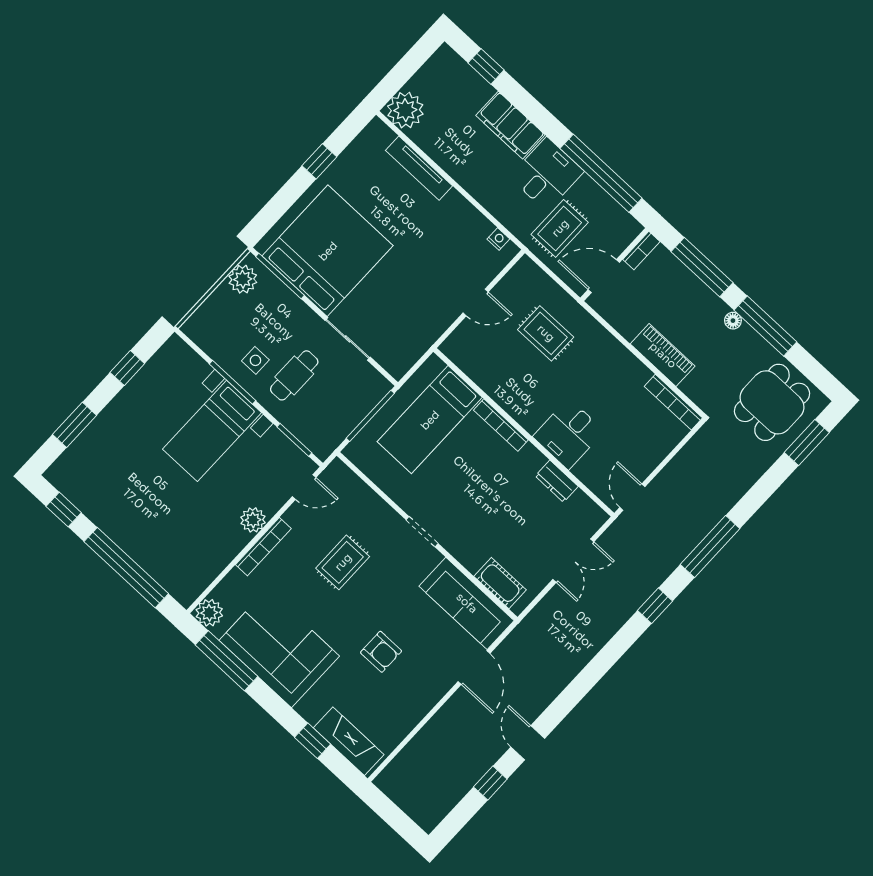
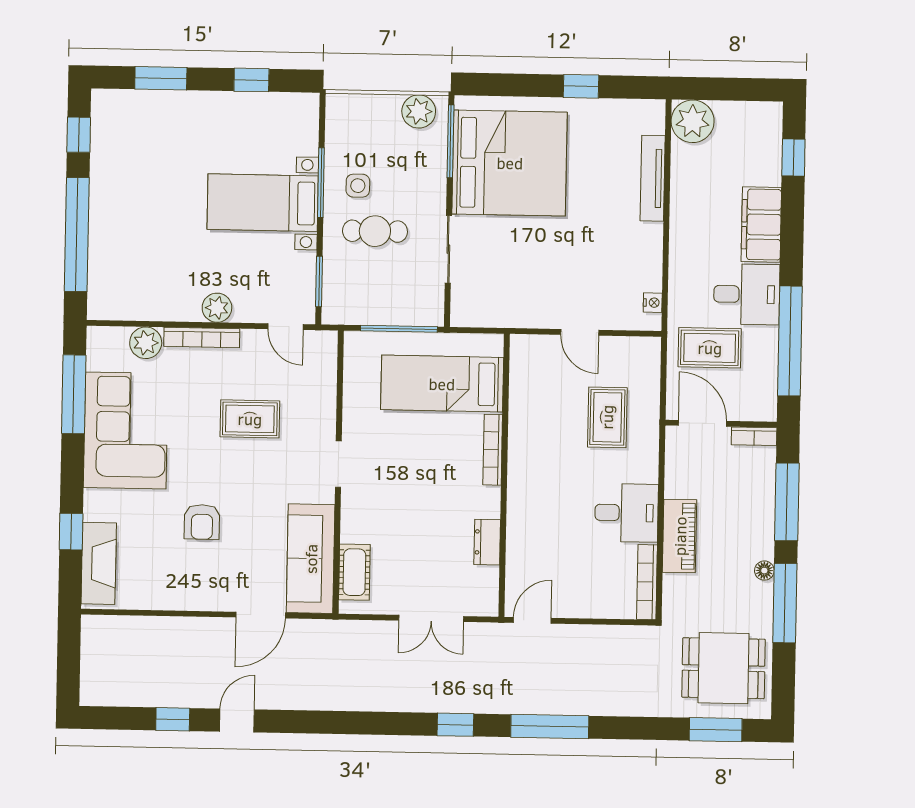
desk: (569, 434) -> (626, 513), moved, turned 180
plant: (209, 613) -> (146, 343), moved

